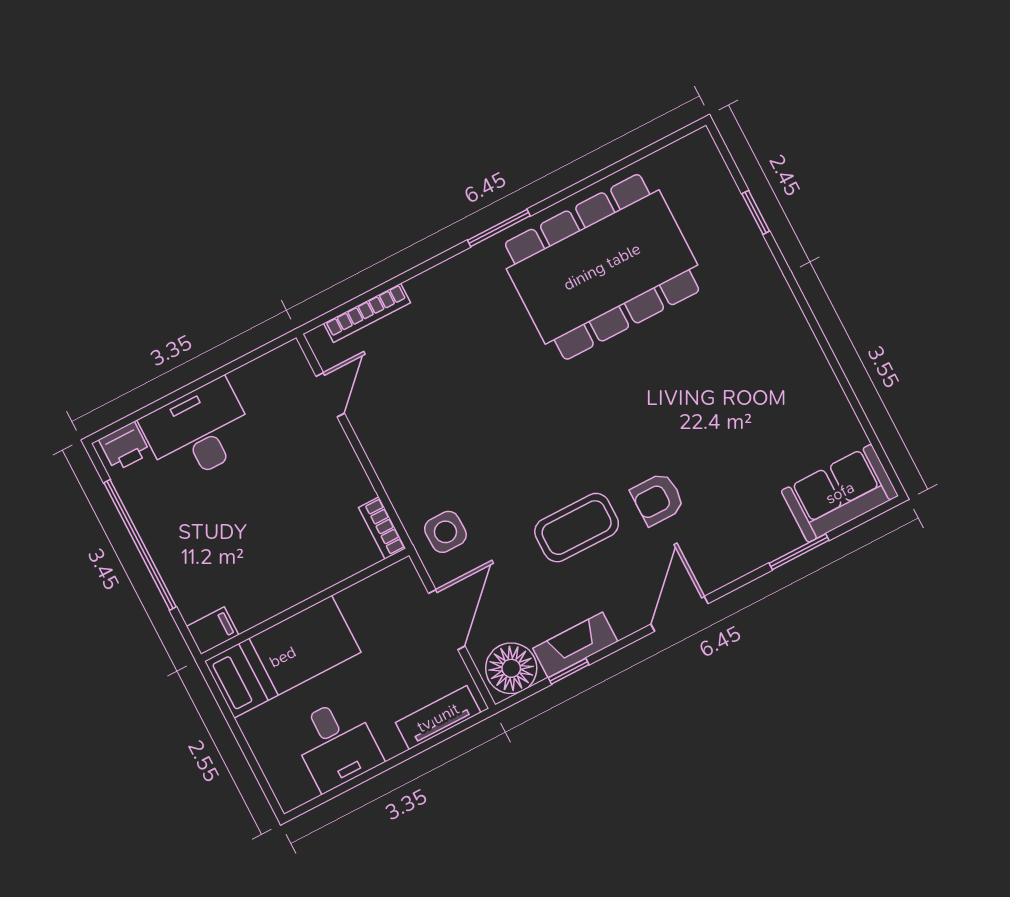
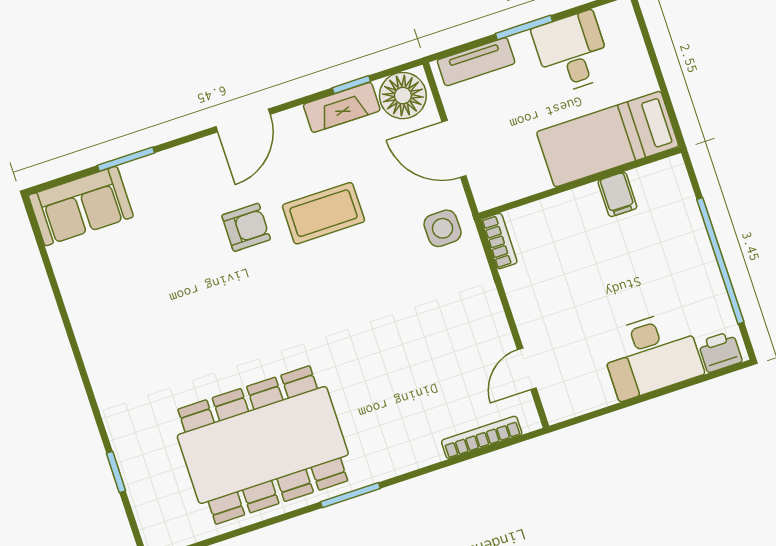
door: (447, 620) -> (454, 149), hinge flipped
filing cabinet: (212, 631) -> (617, 194), moved, turned -90
window: (392, 763) -> (524, 28), added

